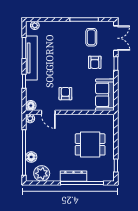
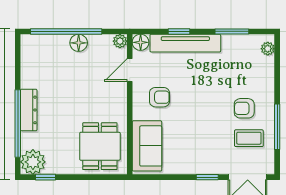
tv unit: (31, 58) -> (185, 43), moved
armchair: (95, 62) -> (244, 108), moved
sofa: (105, 95) -> (147, 146), moved, turned 90
dining table: (90, 144) -> (100, 146), moved
floor lamp: (31, 157) -> (79, 43), moved
plant: (42, 173) -> (33, 162), moved

